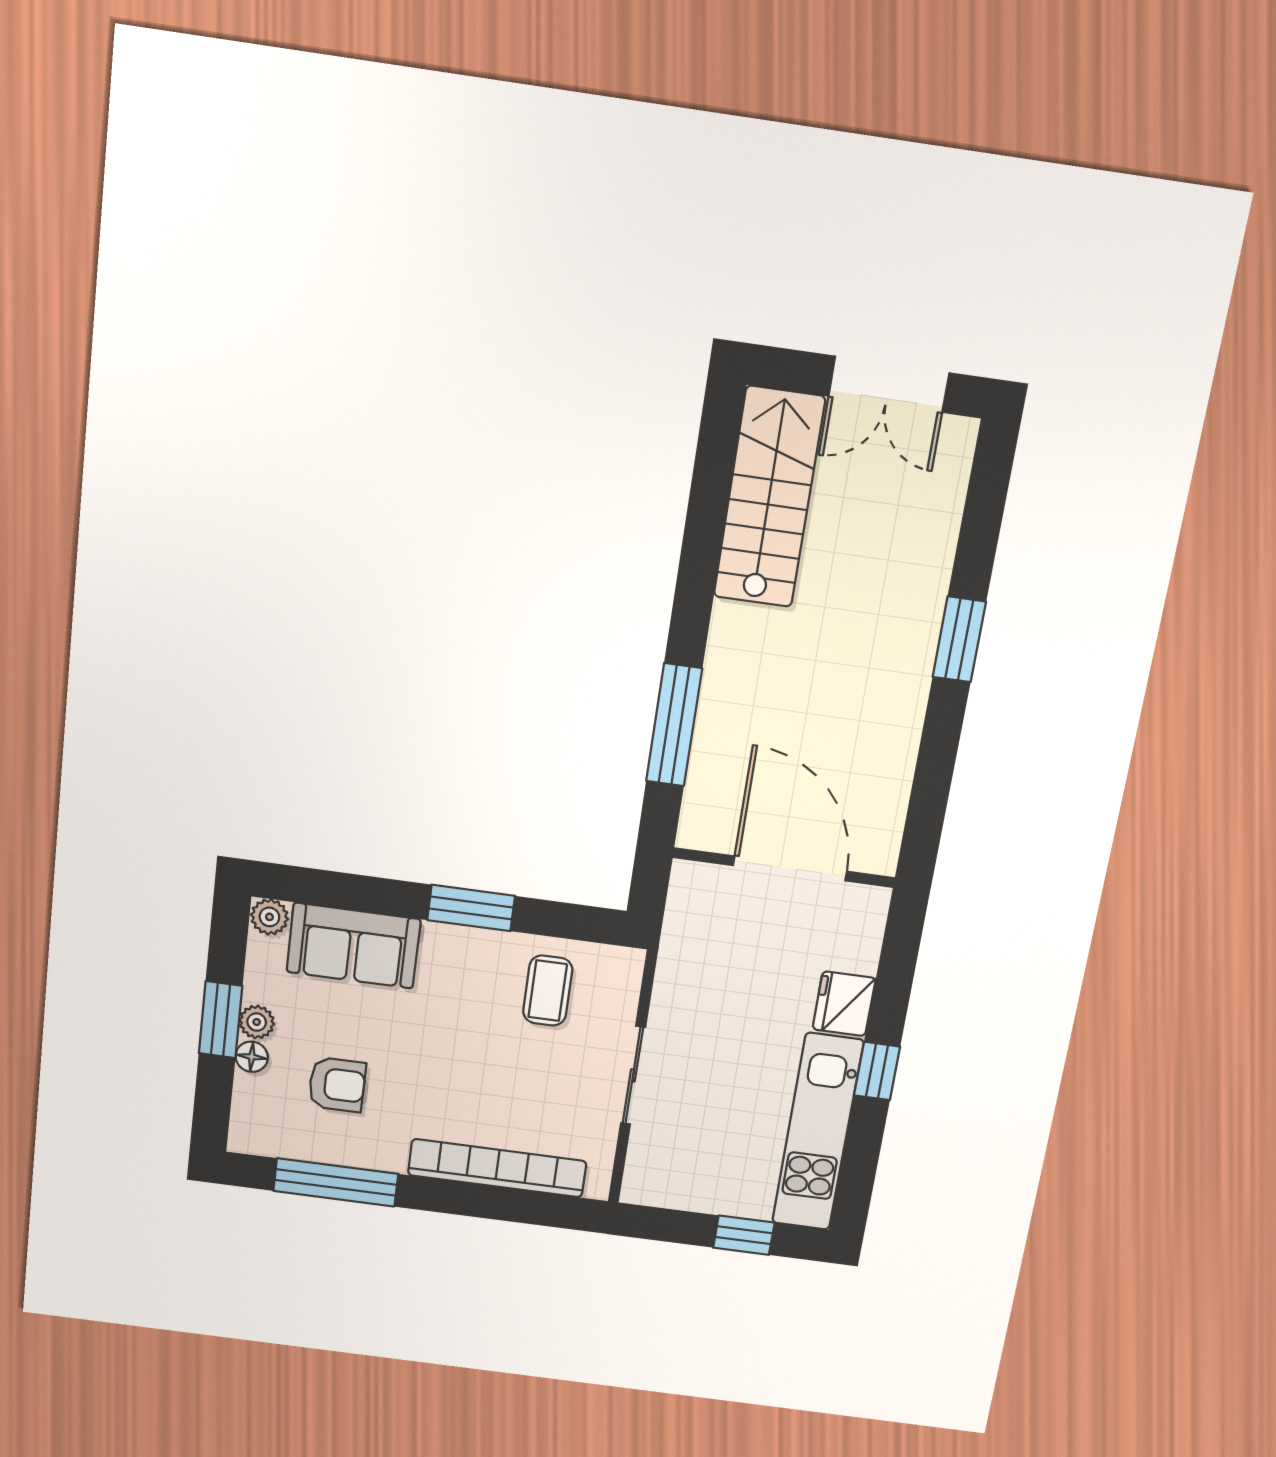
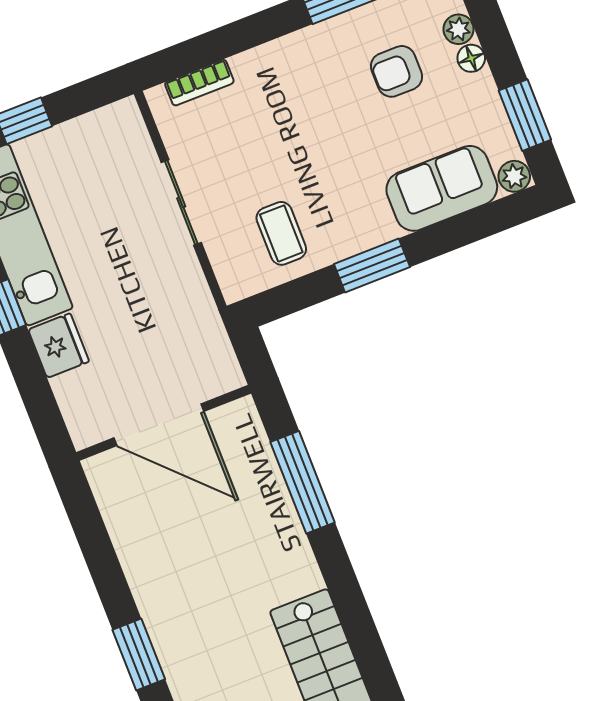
window: (220, 1020) -> (525, 115), moved
plant: (257, 1022) -> (458, 29), moved
bookcase: (497, 1168) -> (199, 83), width x0.43, depth x0.76

